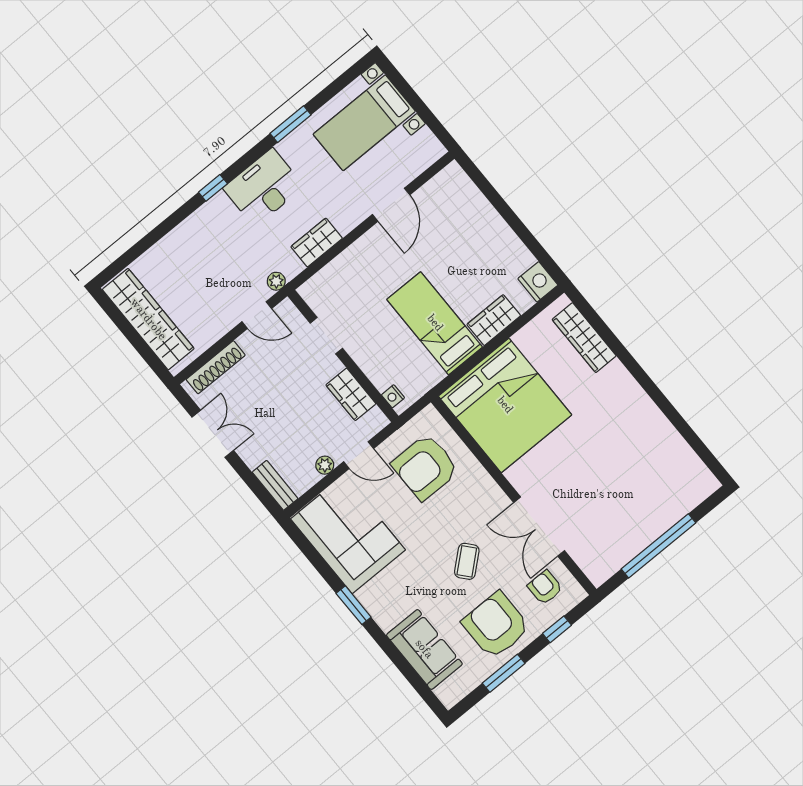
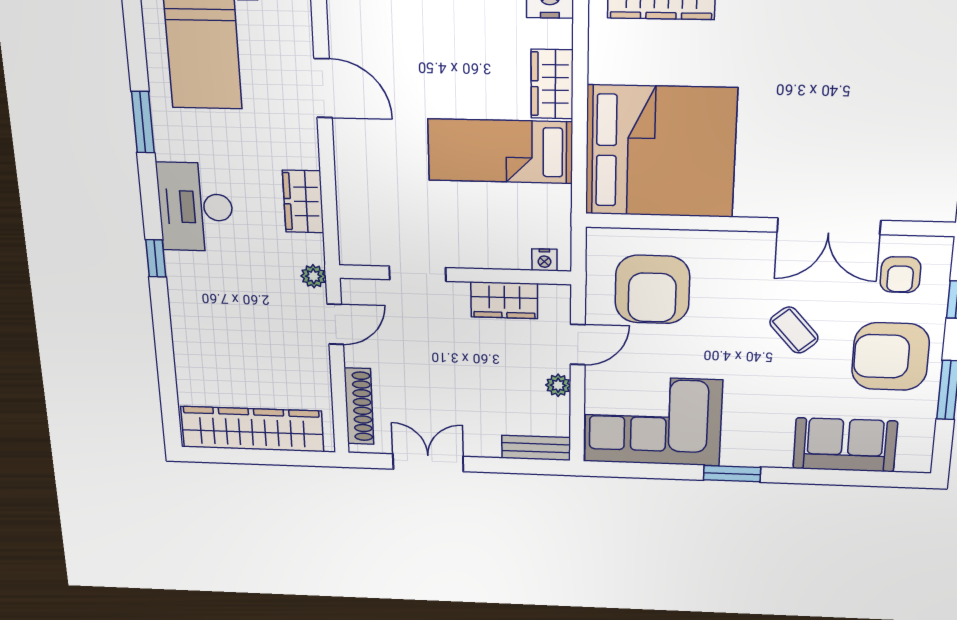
armchair: (545, 587) -> (900, 275), turned -90

